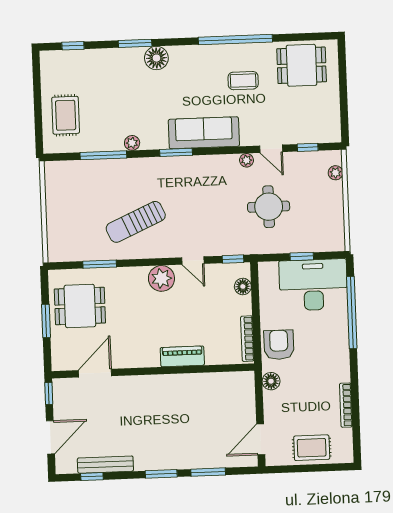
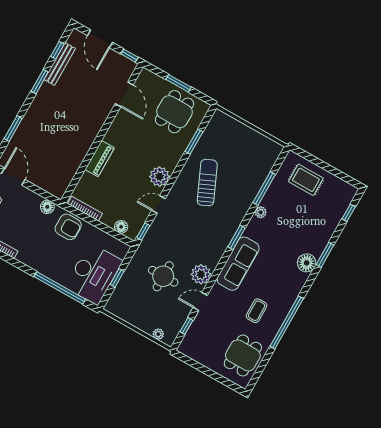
plant: (246, 160) -> (201, 274), width x1.87, depth x1.87
window: (161, 474) -> (40, 82), moved

